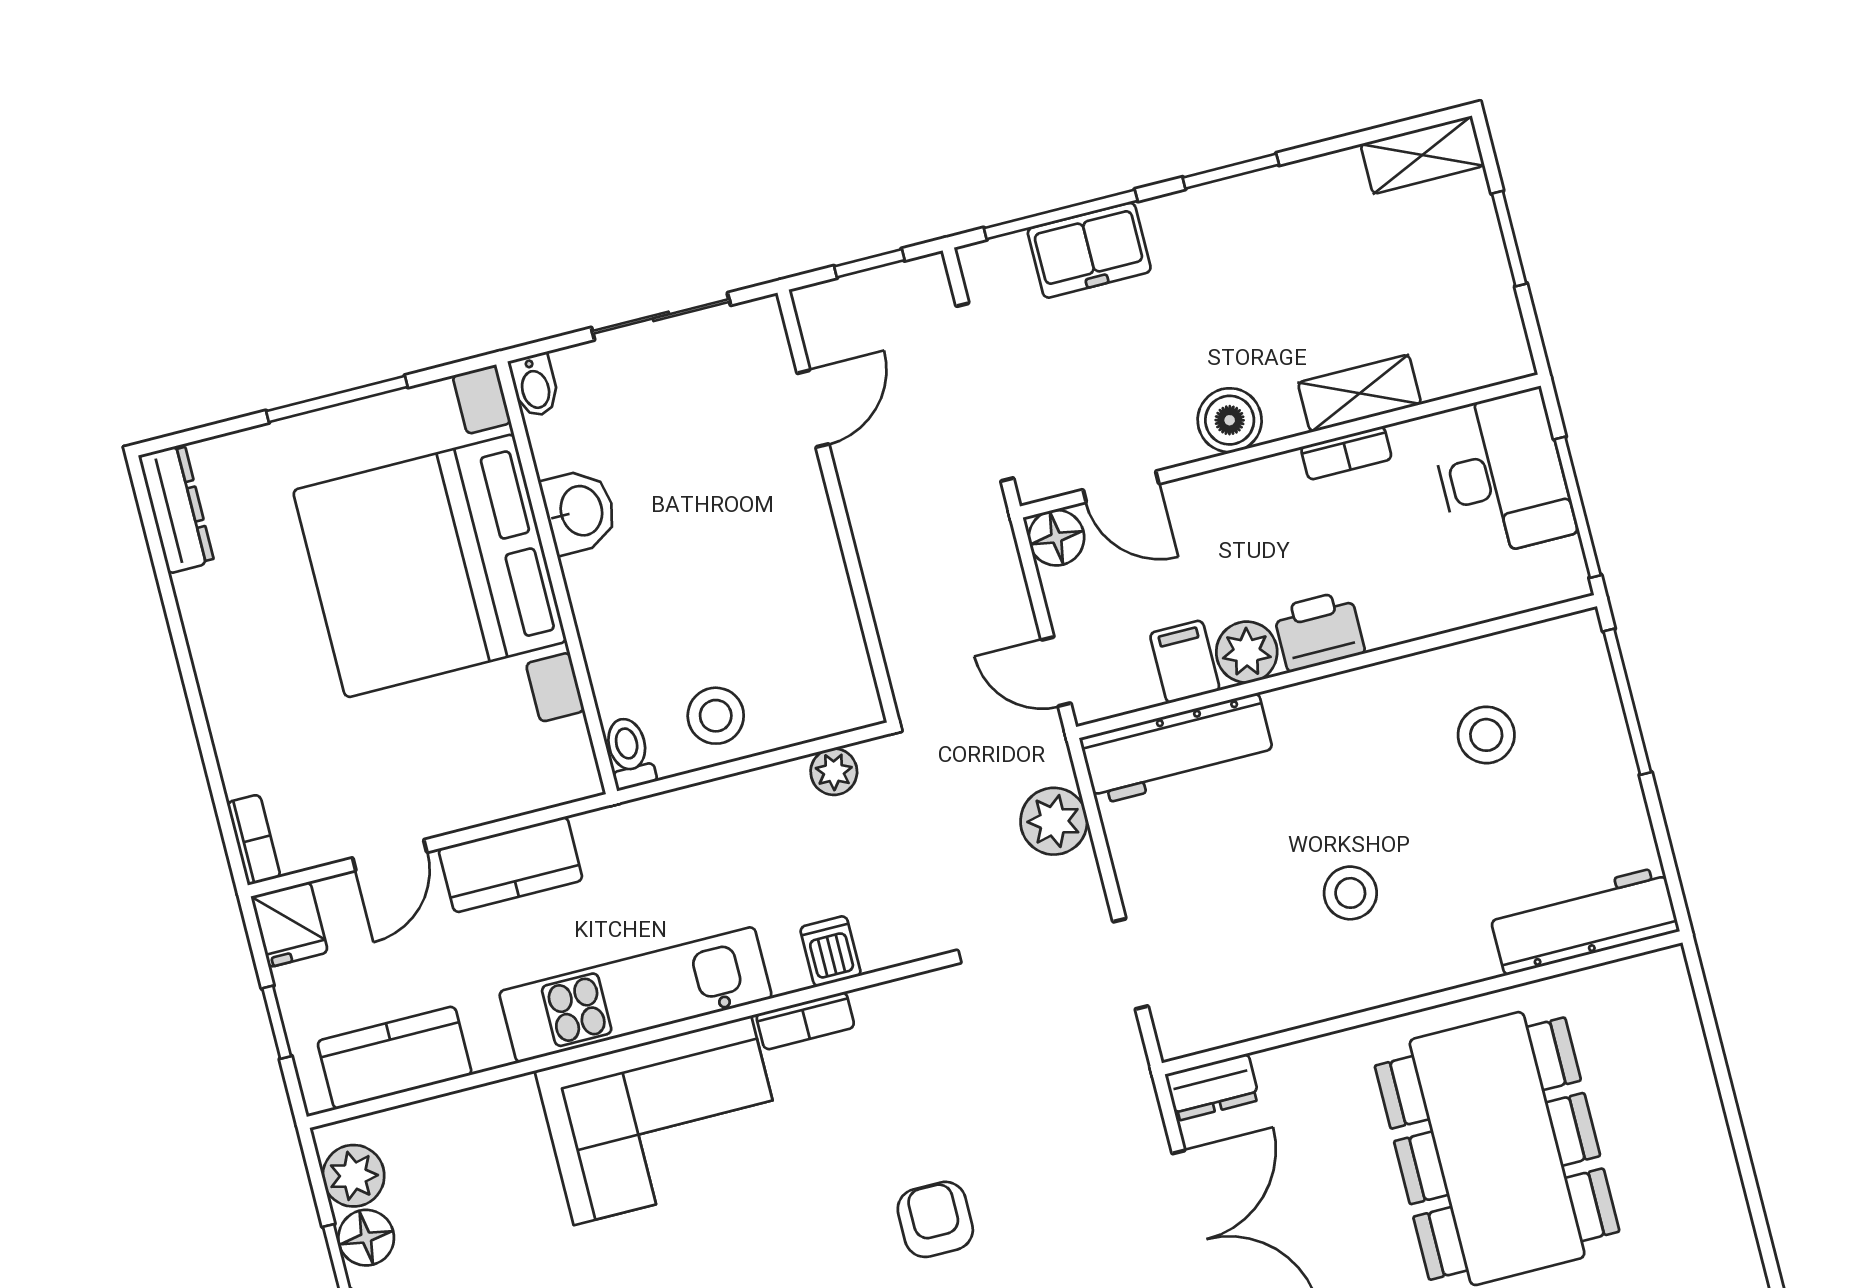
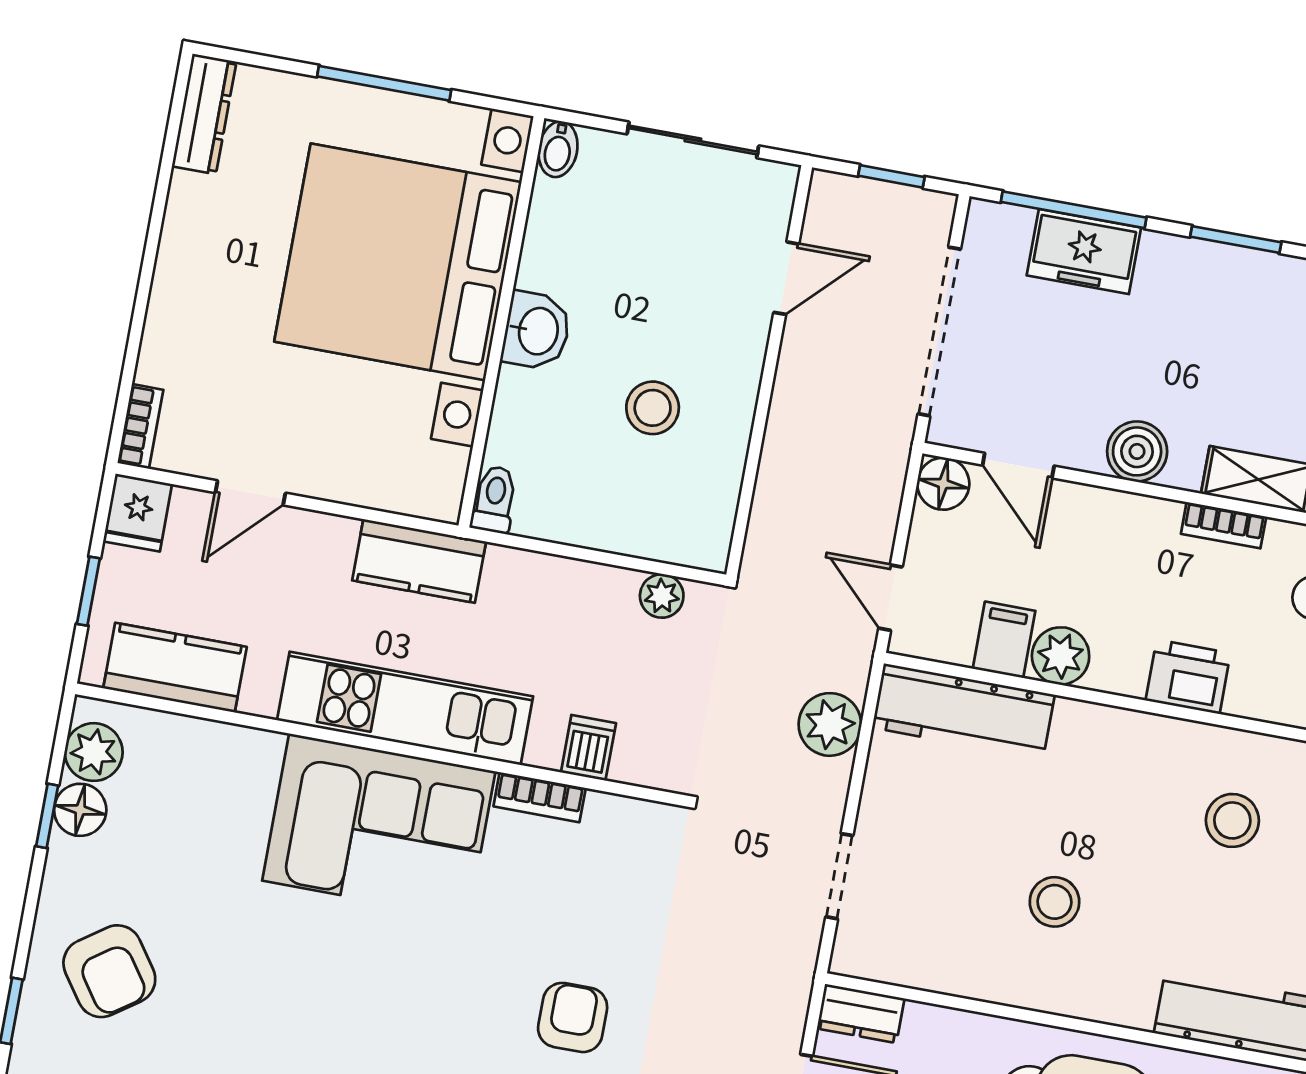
washbasin: (579, 511) -> (537, 331), moved
printer: (1319, 631) -> (1188, 677), moved
stool: (716, 716) -> (653, 408), moved
kitchen counter: (511, 864) -> (419, 561), moved

